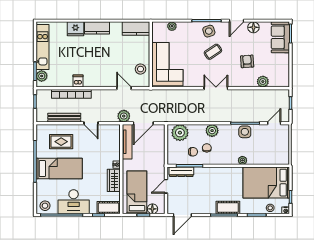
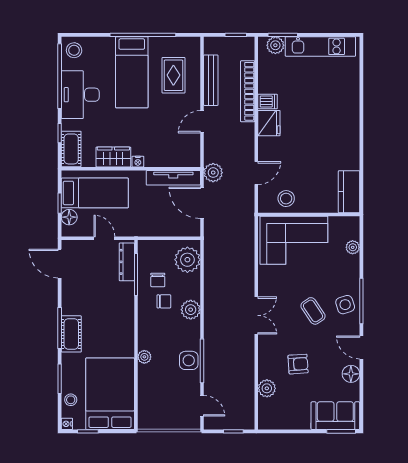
kitchen counter: (97, 28) -> (350, 131), removed
fridge: (76, 29) -> (269, 123), moved, turned 180

